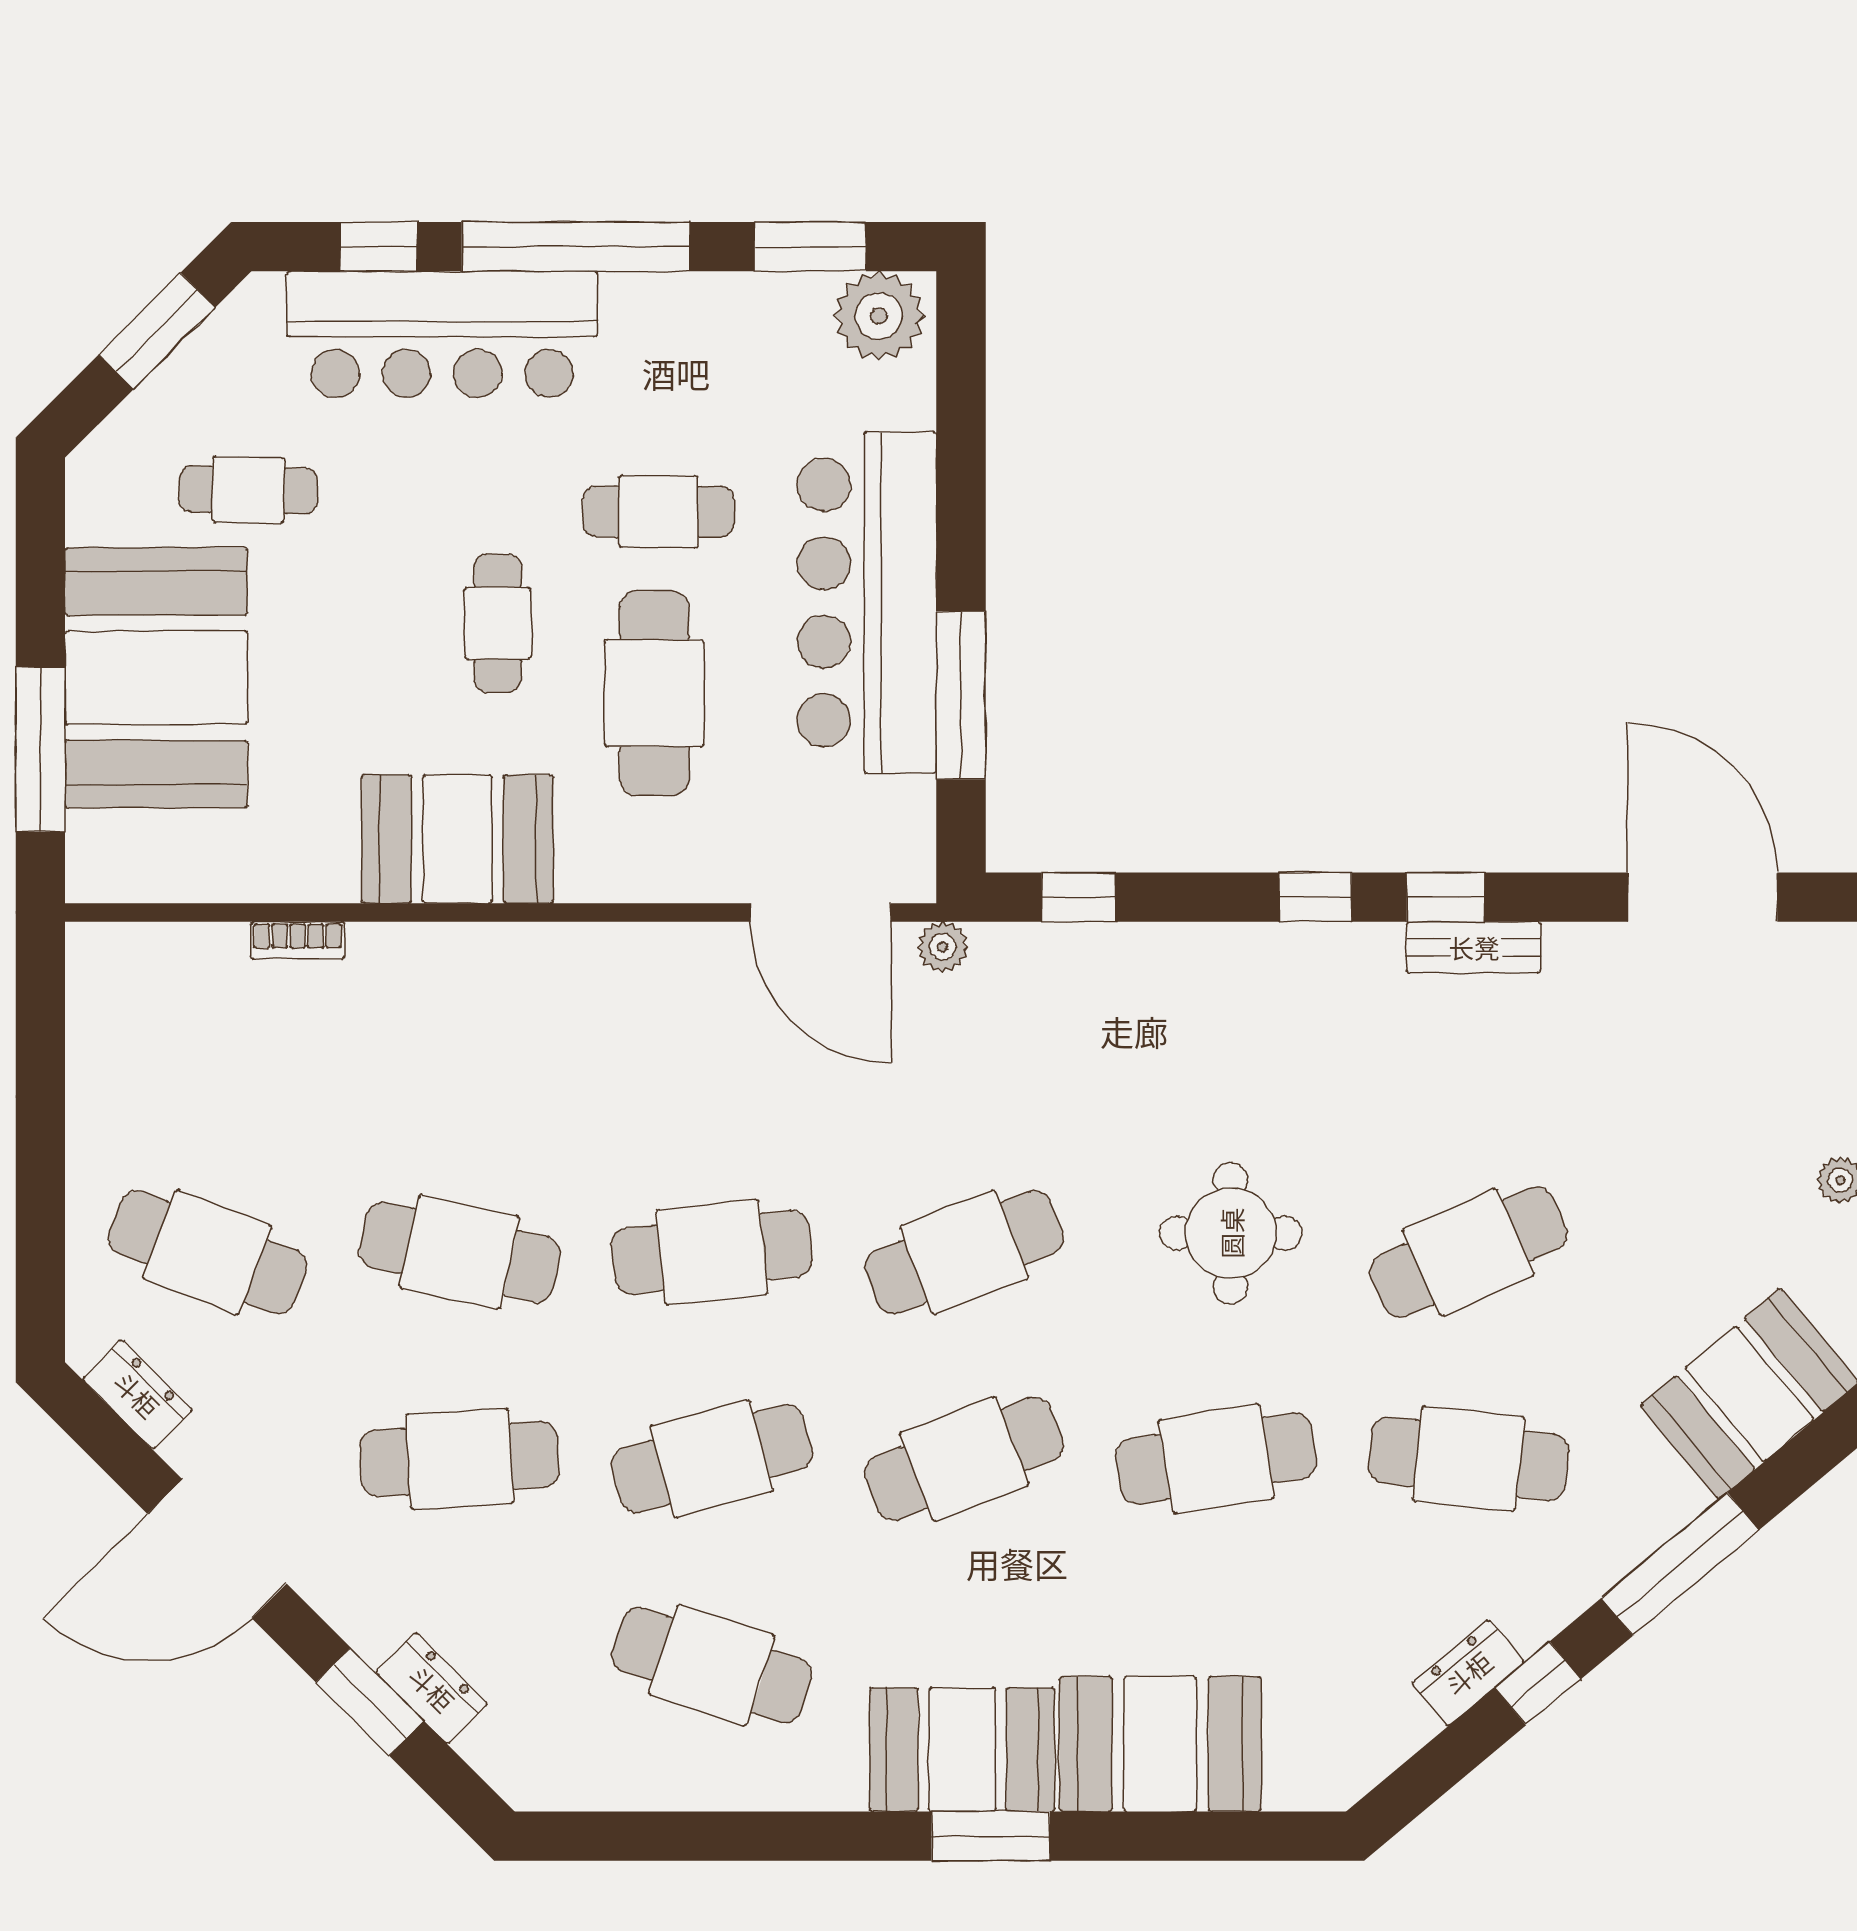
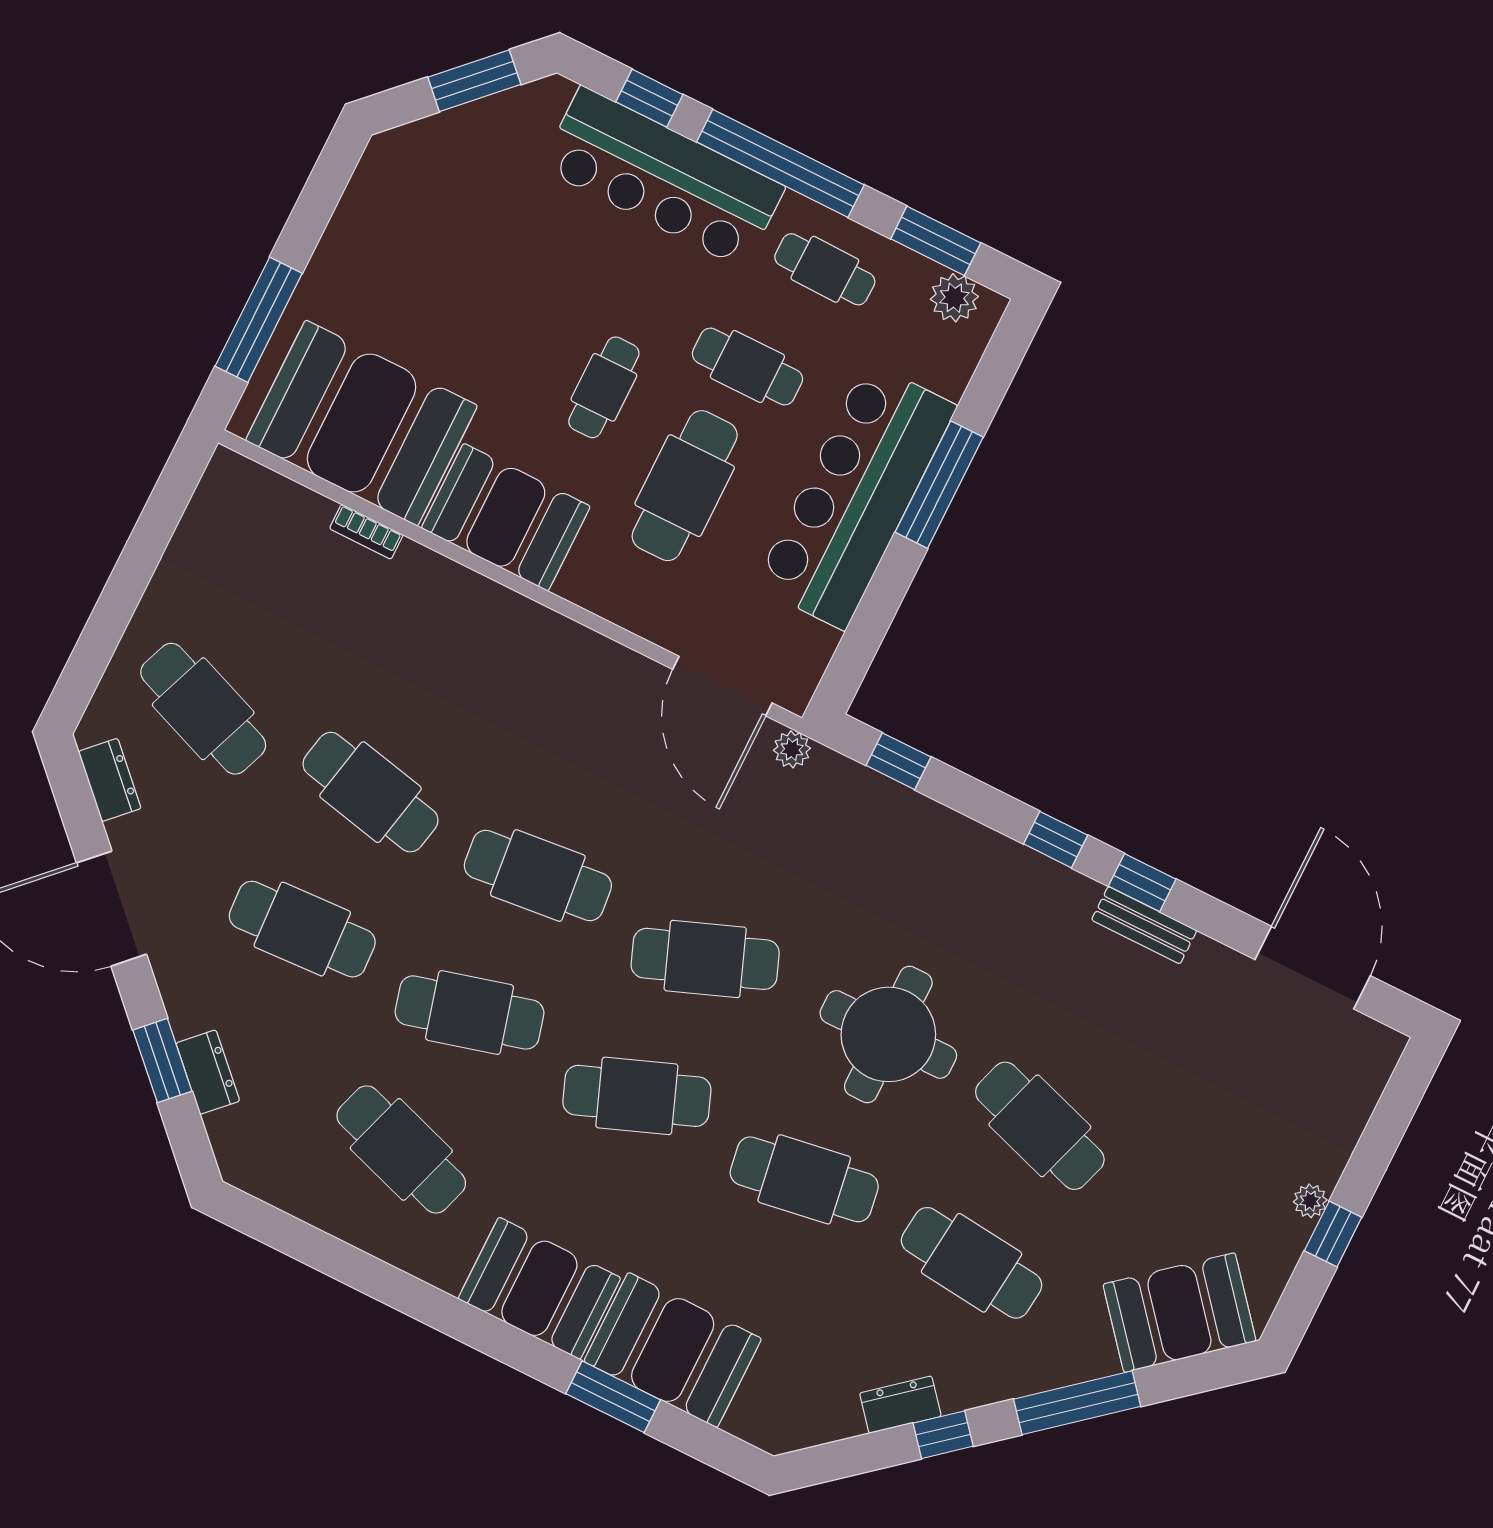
plant: (879, 316) -> (954, 298), width x0.73, depth x0.73
cafe table: (248, 490) -> (825, 269), moved
booth: (156, 678) -> (362, 423), moved, turned 90
window: (961, 695) -> (939, 485), moved
round table: (1231, 1233) -> (888, 1034), width x1.36, depth x1.36
cafe table: (1469, 1252) -> (1040, 1126), turned 42
window: (991, 1836) -> (613, 1397), moved

